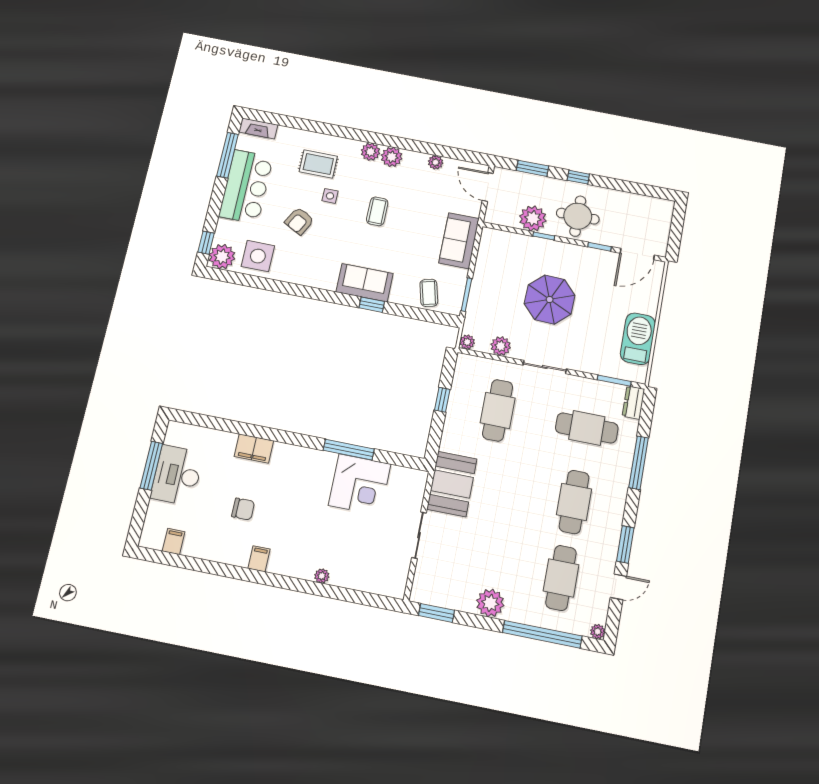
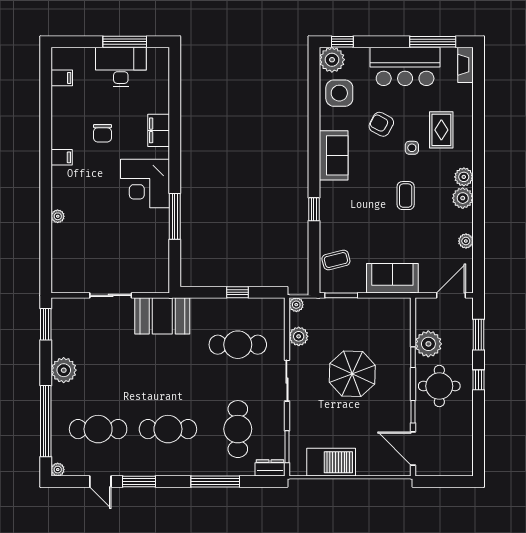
coffee table: (377, 211) -> (406, 196), turned 90
sofa: (364, 283) -> (334, 155), moved
corner desk: (360, 485) -> (145, 184), moved

